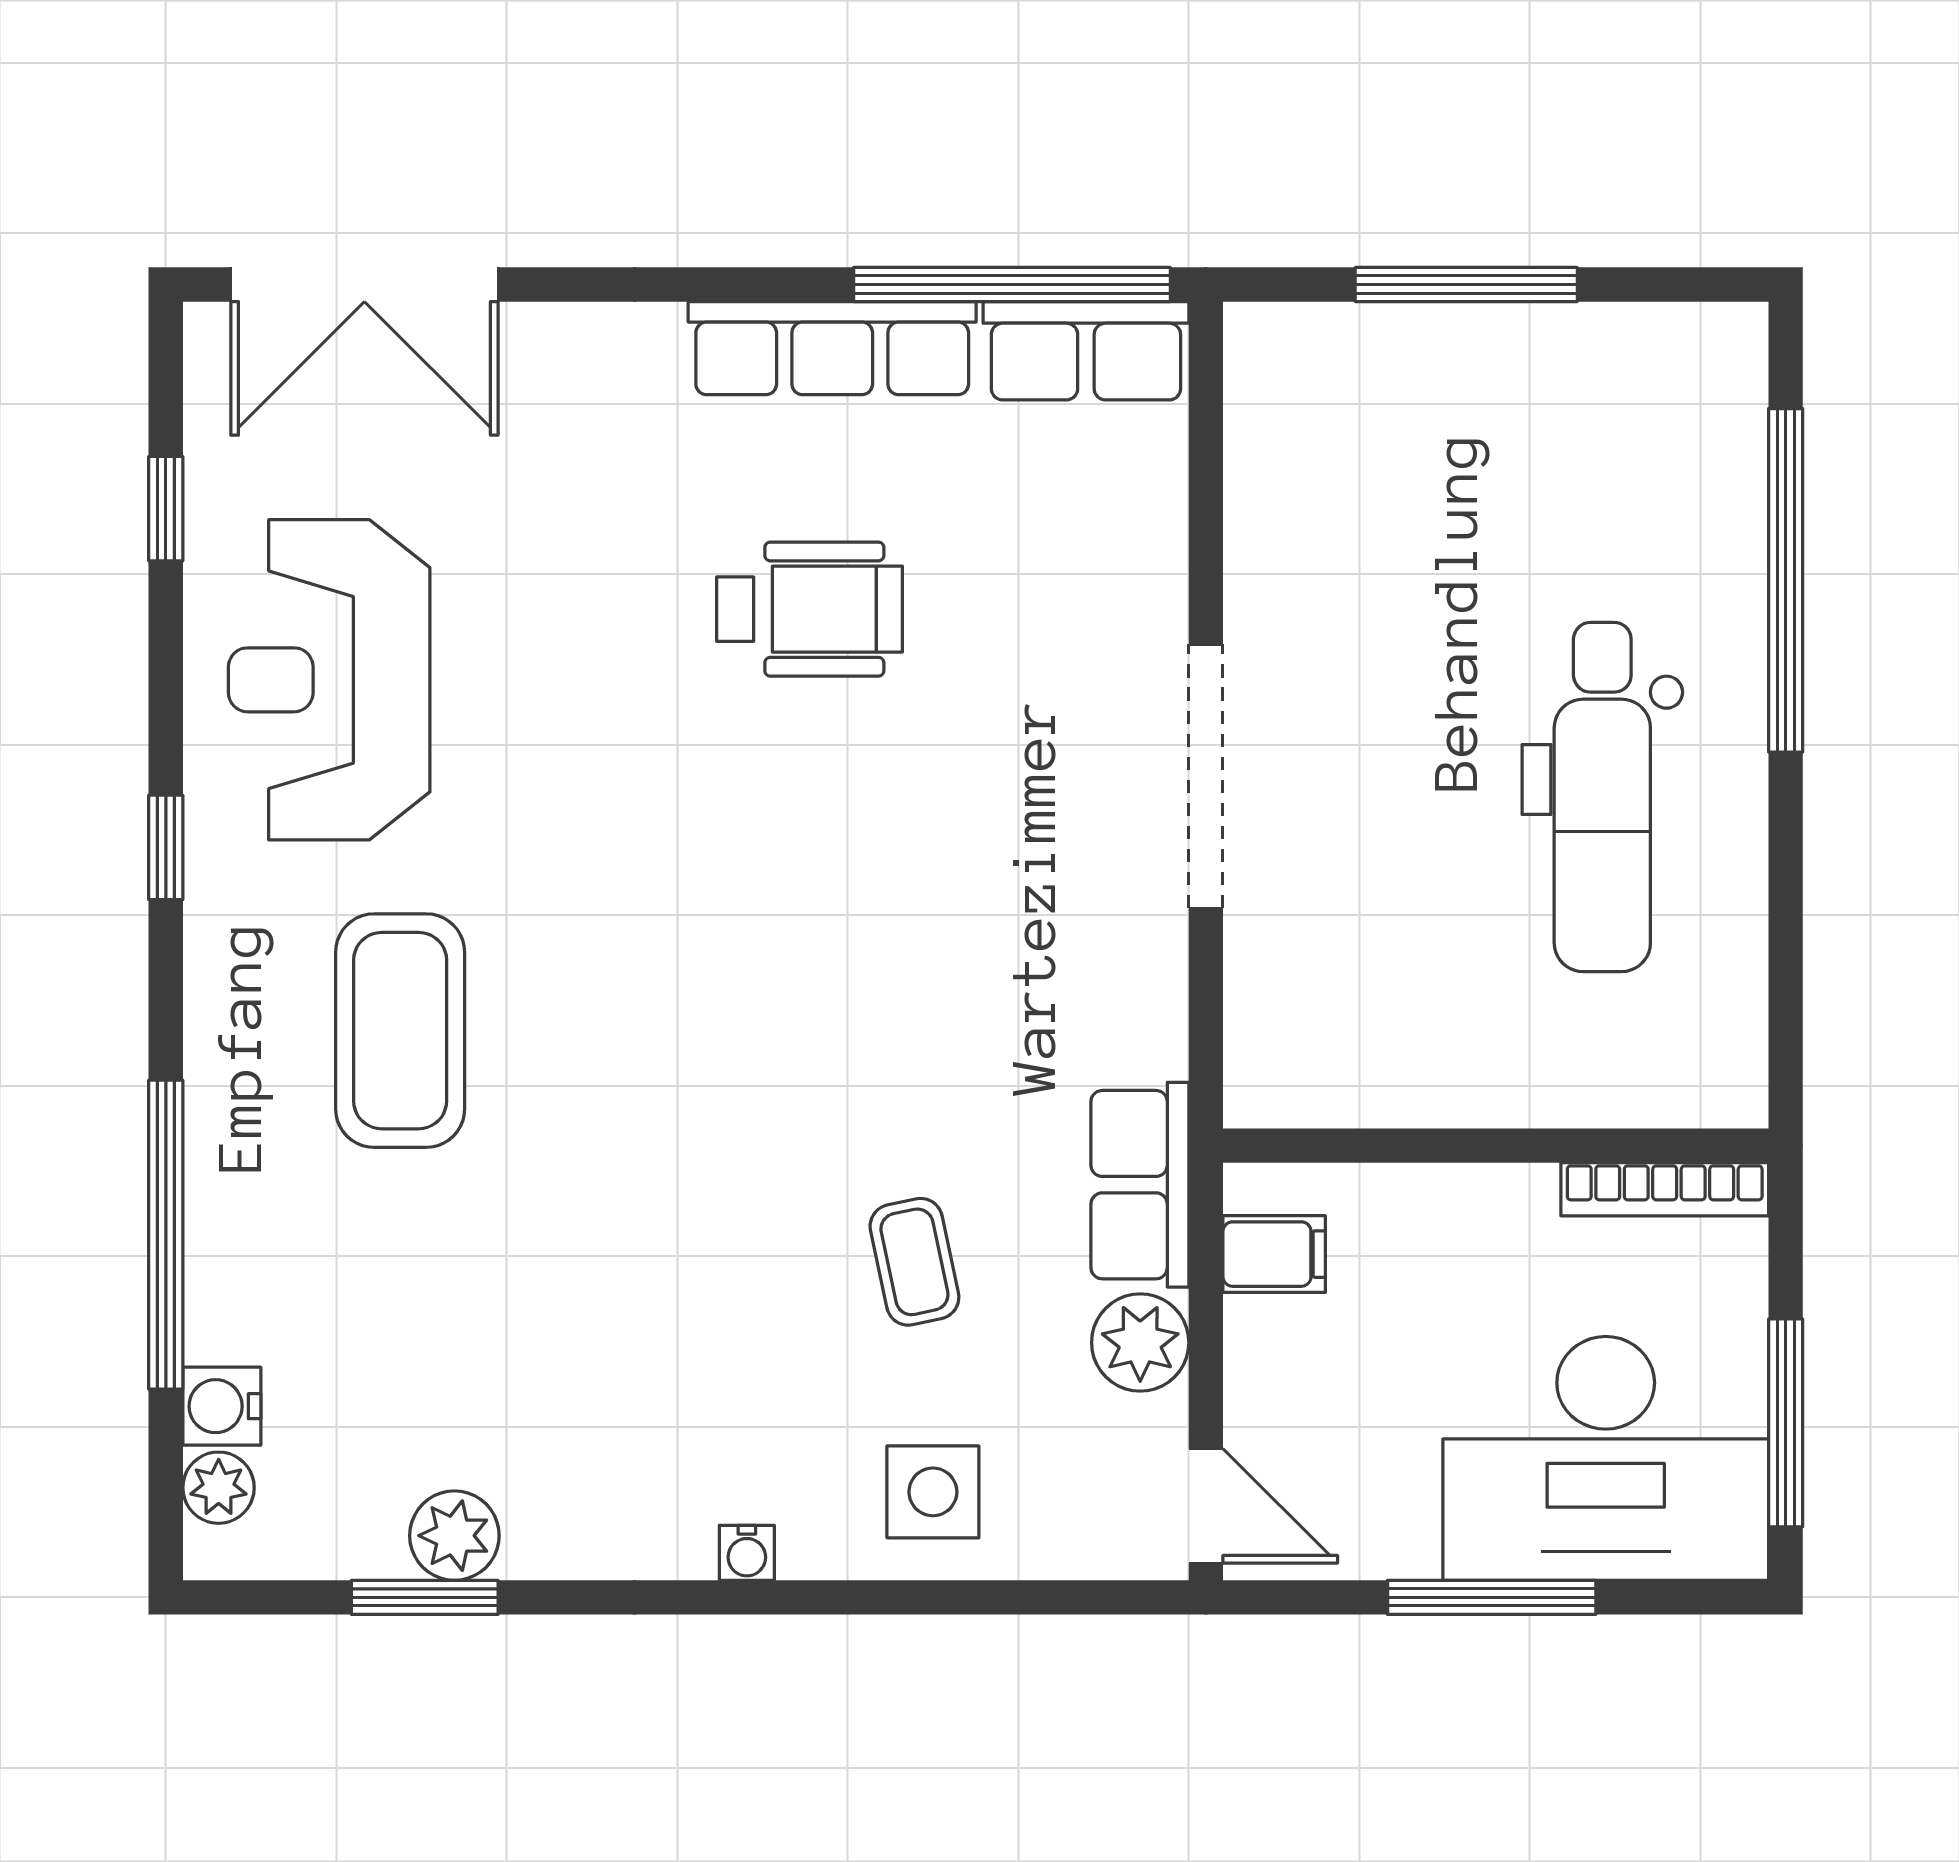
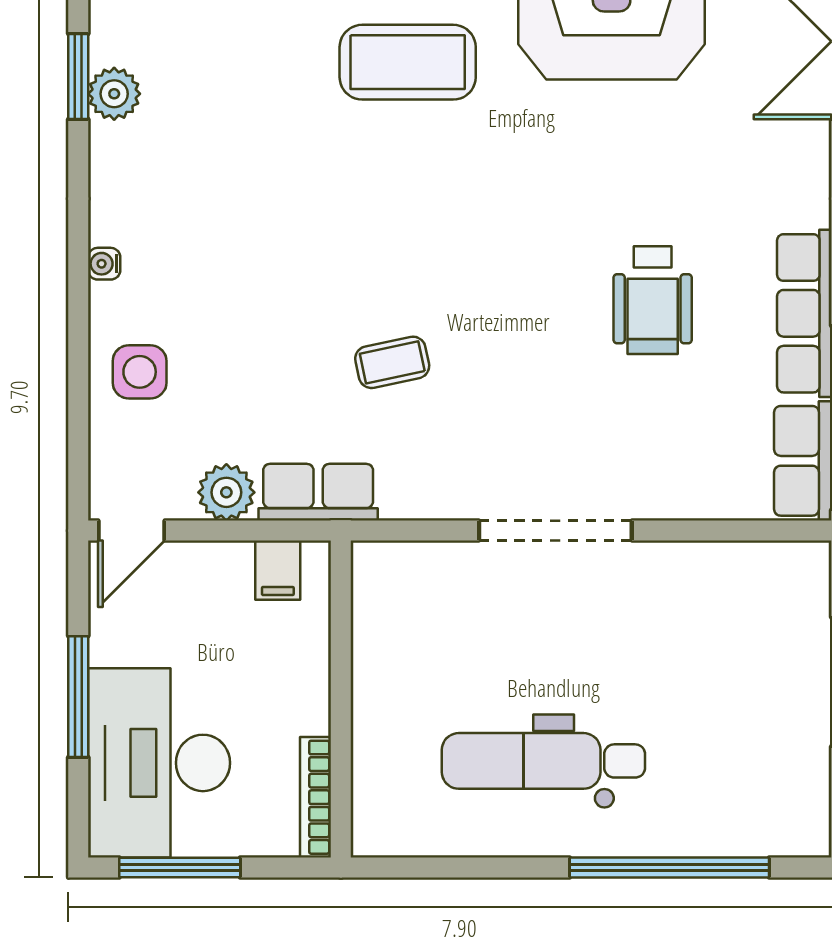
coffee table: (914, 1262) -> (392, 362), moved

